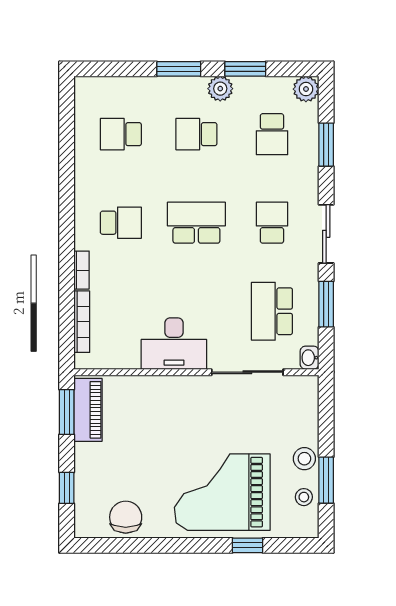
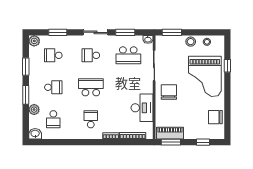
plant: (220, 89) -> (34, 110), moved
washbasin: (87, 91) -> (35, 134), added
school desk: (196, 134) -> (53, 87), turned -90
school desk: (272, 134) -> (53, 55), turned 180
school desk: (196, 223) -> (91, 87), turned 90
desk: (174, 344) -> (142, 108), moved
chair: (185, 407) -> (169, 92), added
window: (326, 480) -> (172, 32), moved

